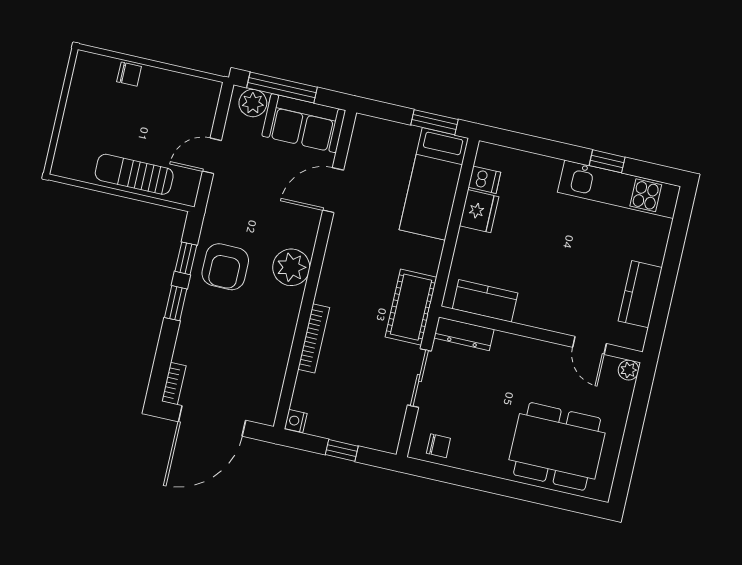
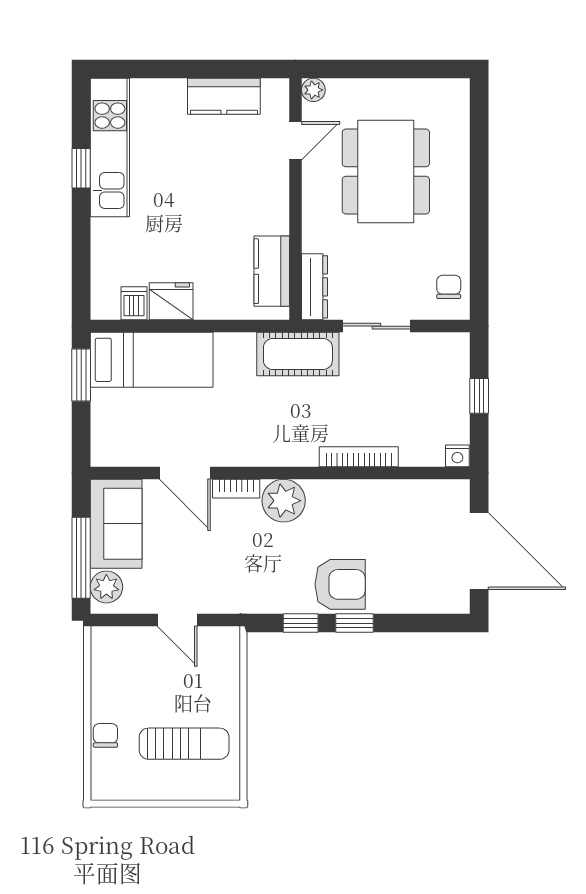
sun lounger: (134, 174) -> (184, 744), moved, turned -90
armchair: (225, 267) -> (340, 584), moved
bookcase: (174, 384) -> (236, 489), moved, turned 180
dining table: (557, 446) -> (386, 172), moved

